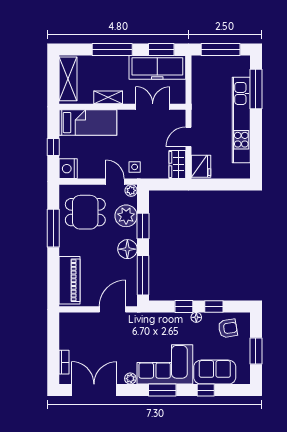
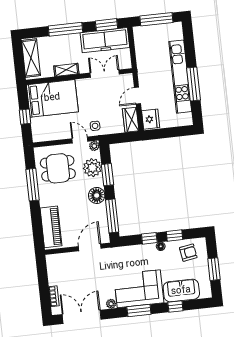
window: (256, 89) -> (194, 84), moved
bed: (88, 123) -> (52, 98), width x1.50
nightstand: (68, 169) -> (39, 133), removed

